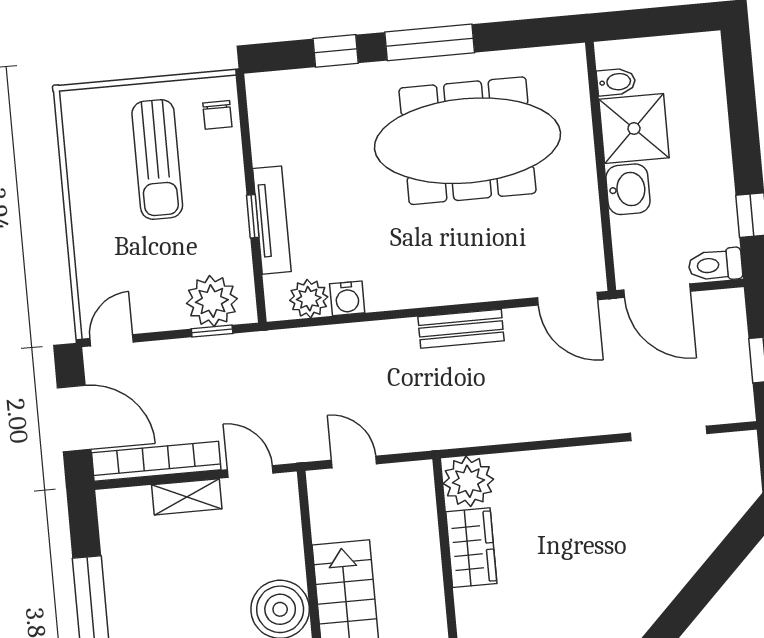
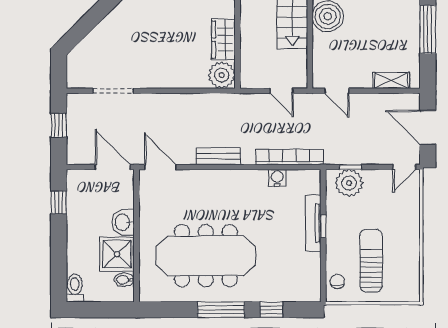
toilet: (715, 265) -> (75, 288), moved, turned -90
plant: (309, 299) -> (298, 180), removed
bookcase: (156, 461) -> (289, 157), moved, turned 180
shelving: (187, 497) -> (391, 80), moved

